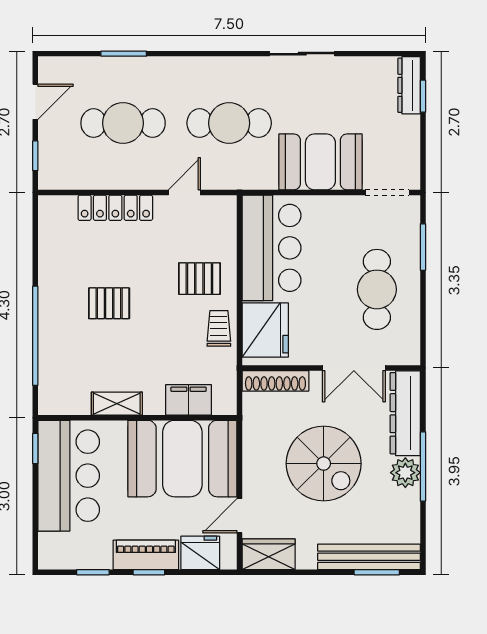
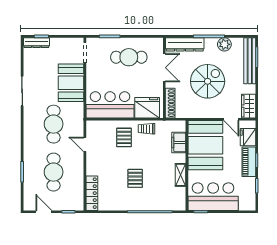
locker: (115, 208) -> (92, 193), moved
plant: (405, 473) -> (224, 44), moved

